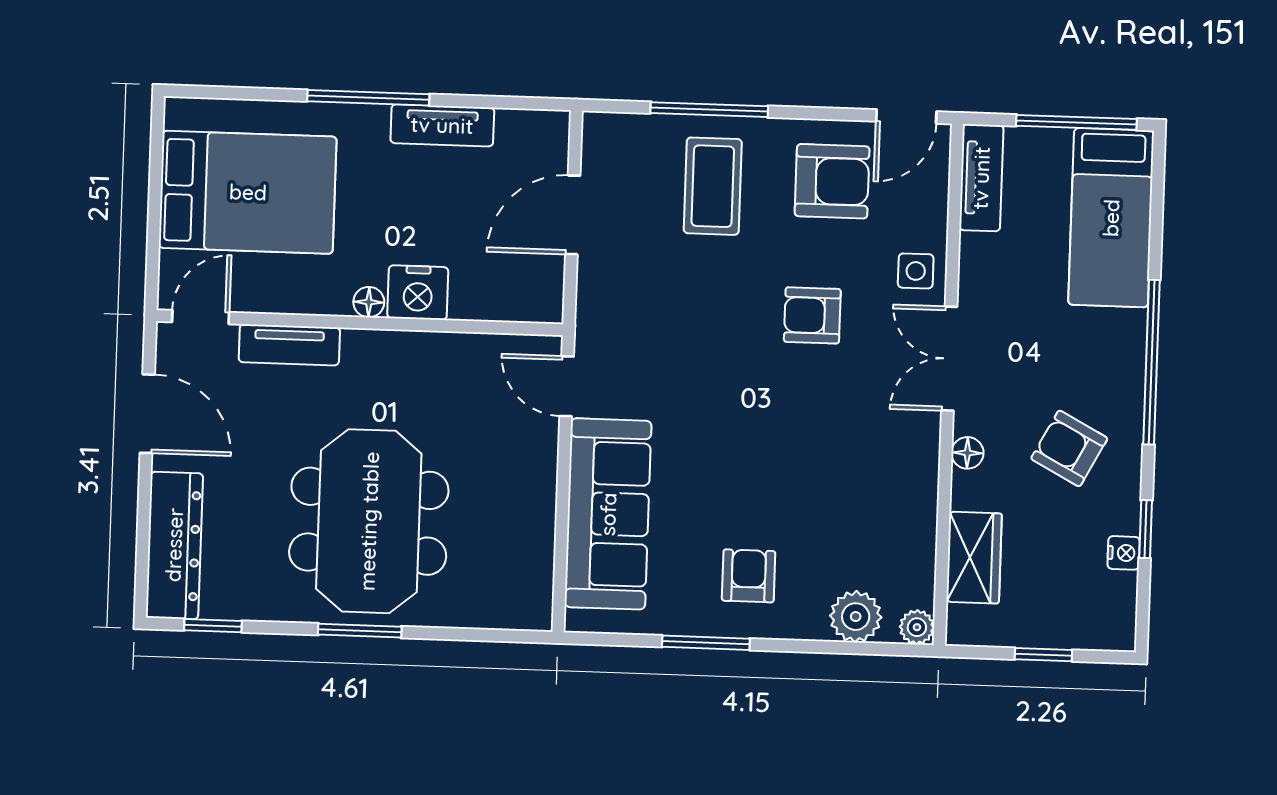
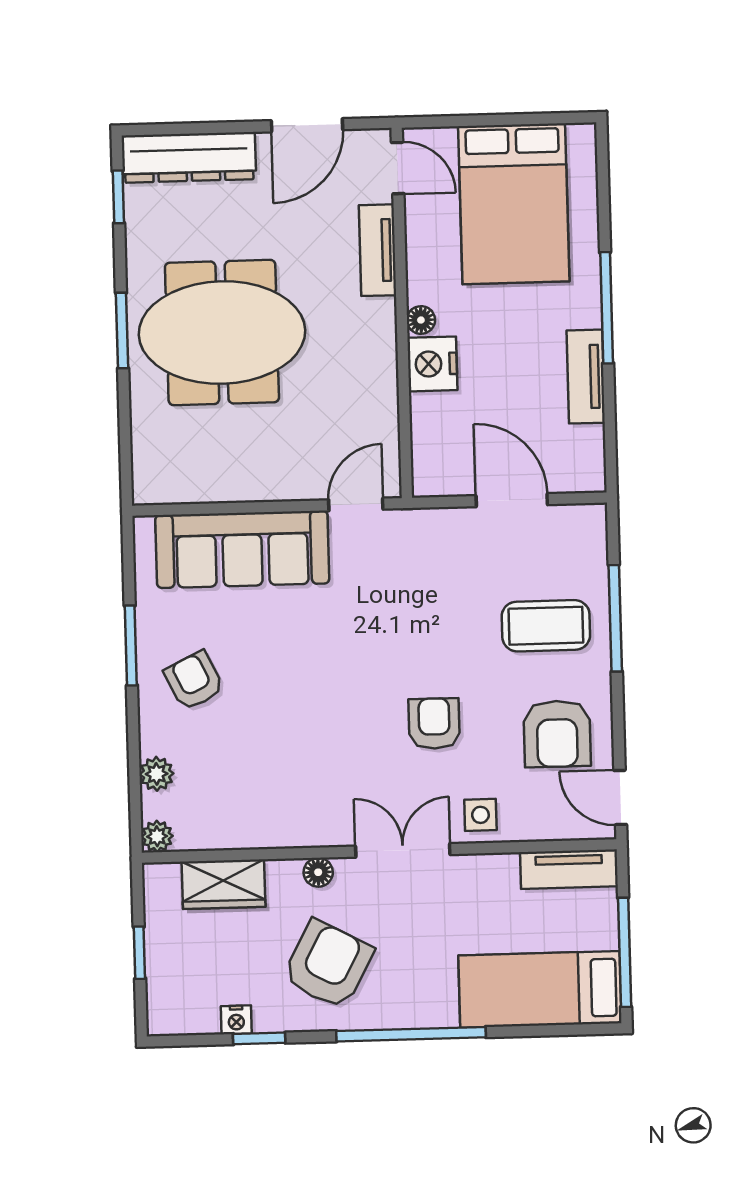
armchair: (1069, 448) -> (328, 964), width x1.38, depth x1.38
armchair: (749, 576) -> (194, 681), turned -116
plant: (856, 617) -> (157, 774), width x0.73, depth x0.73

